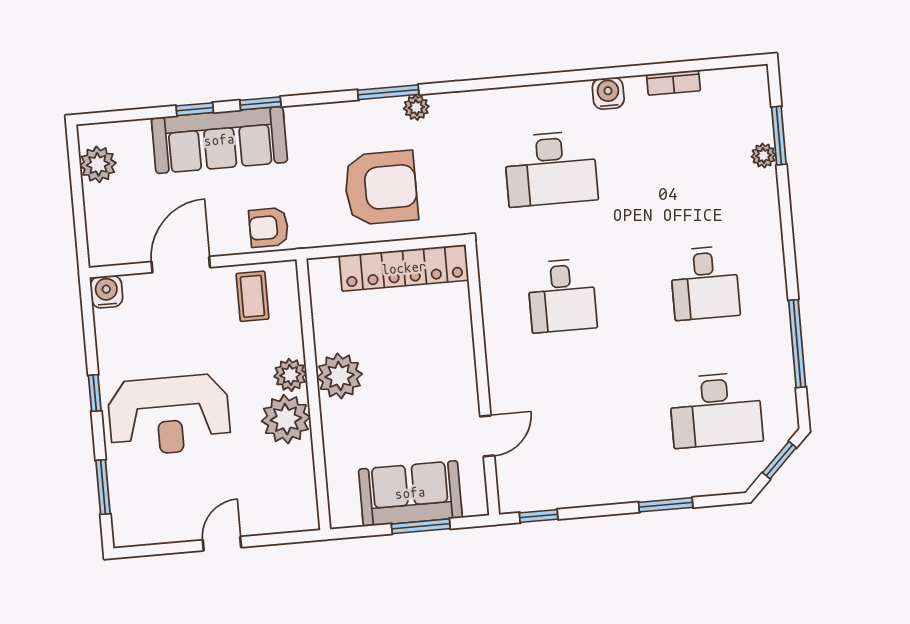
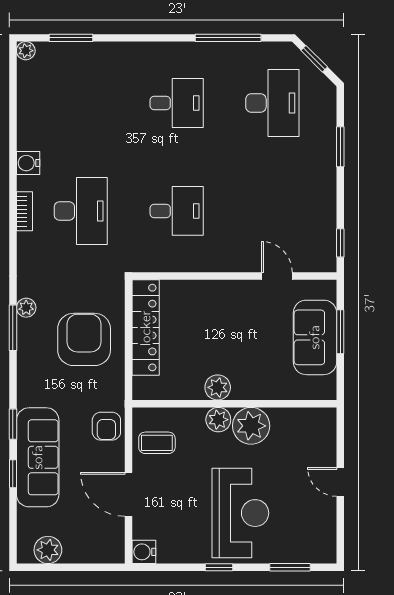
bookcase: (673, 83) -> (24, 211), moved
plant: (764, 156) -> (26, 51), moved
plant: (339, 376) -> (218, 387), width x0.73, depth x0.73

